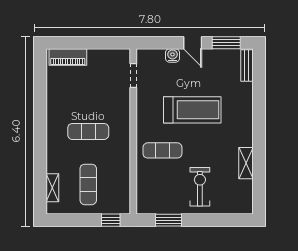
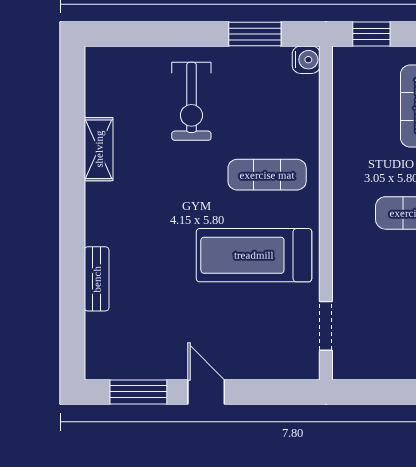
water cooler: (172, 56) -> (306, 60), moved, turned -90
bench: (247, 65) -> (97, 279), moved
treadmill: (192, 110) -> (254, 255), moved

